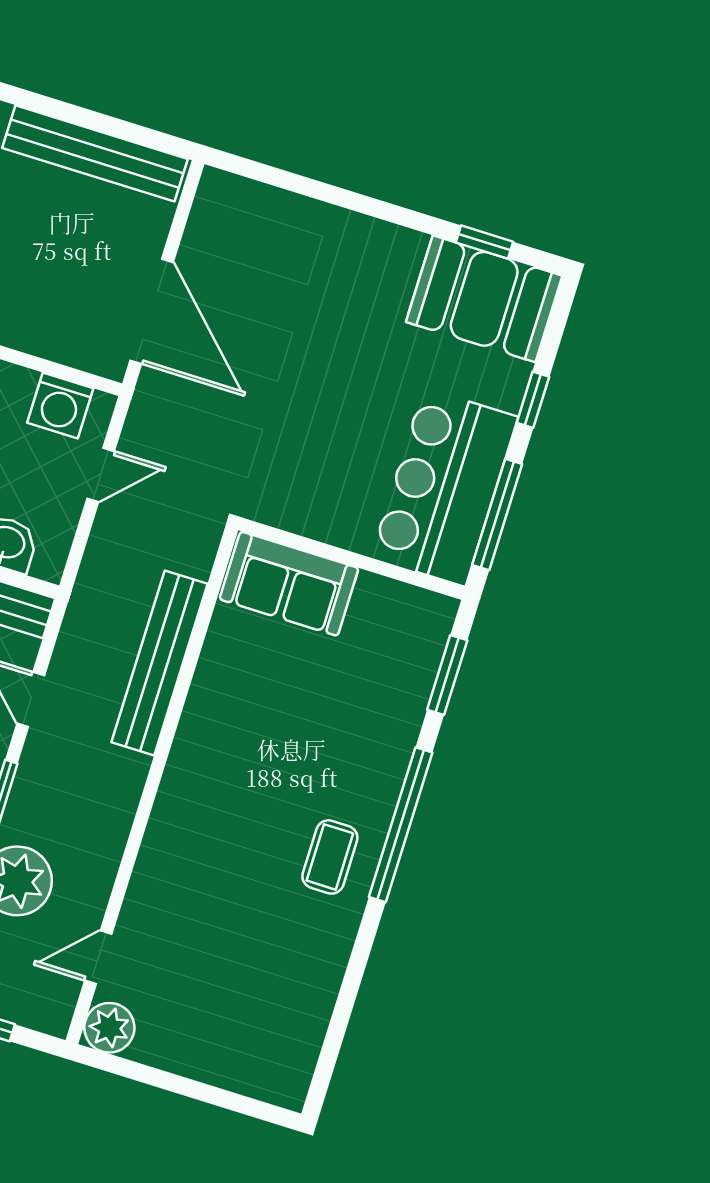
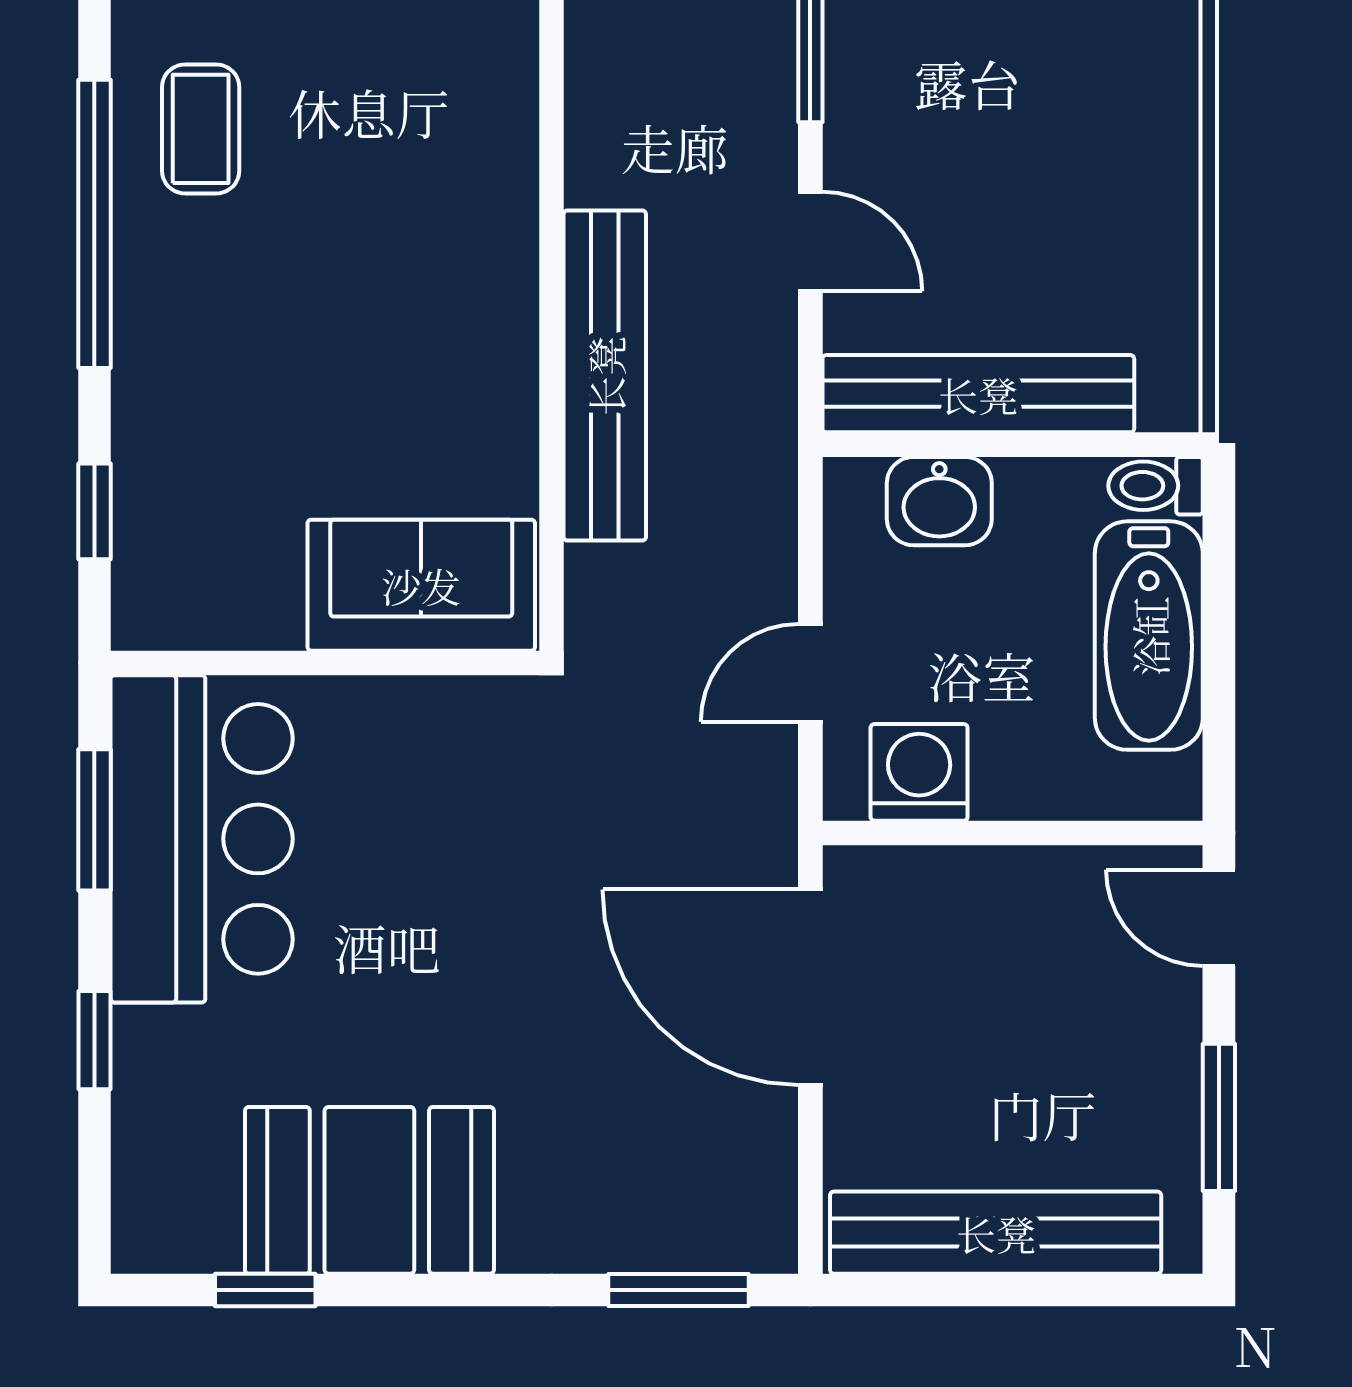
window: (269, 175) -> (678, 1290), added
booth: (484, 299) -> (369, 1190), moved
window: (497, 514) -> (94, 820), width x0.69
window: (447, 675) -> (94, 511), width x0.67

